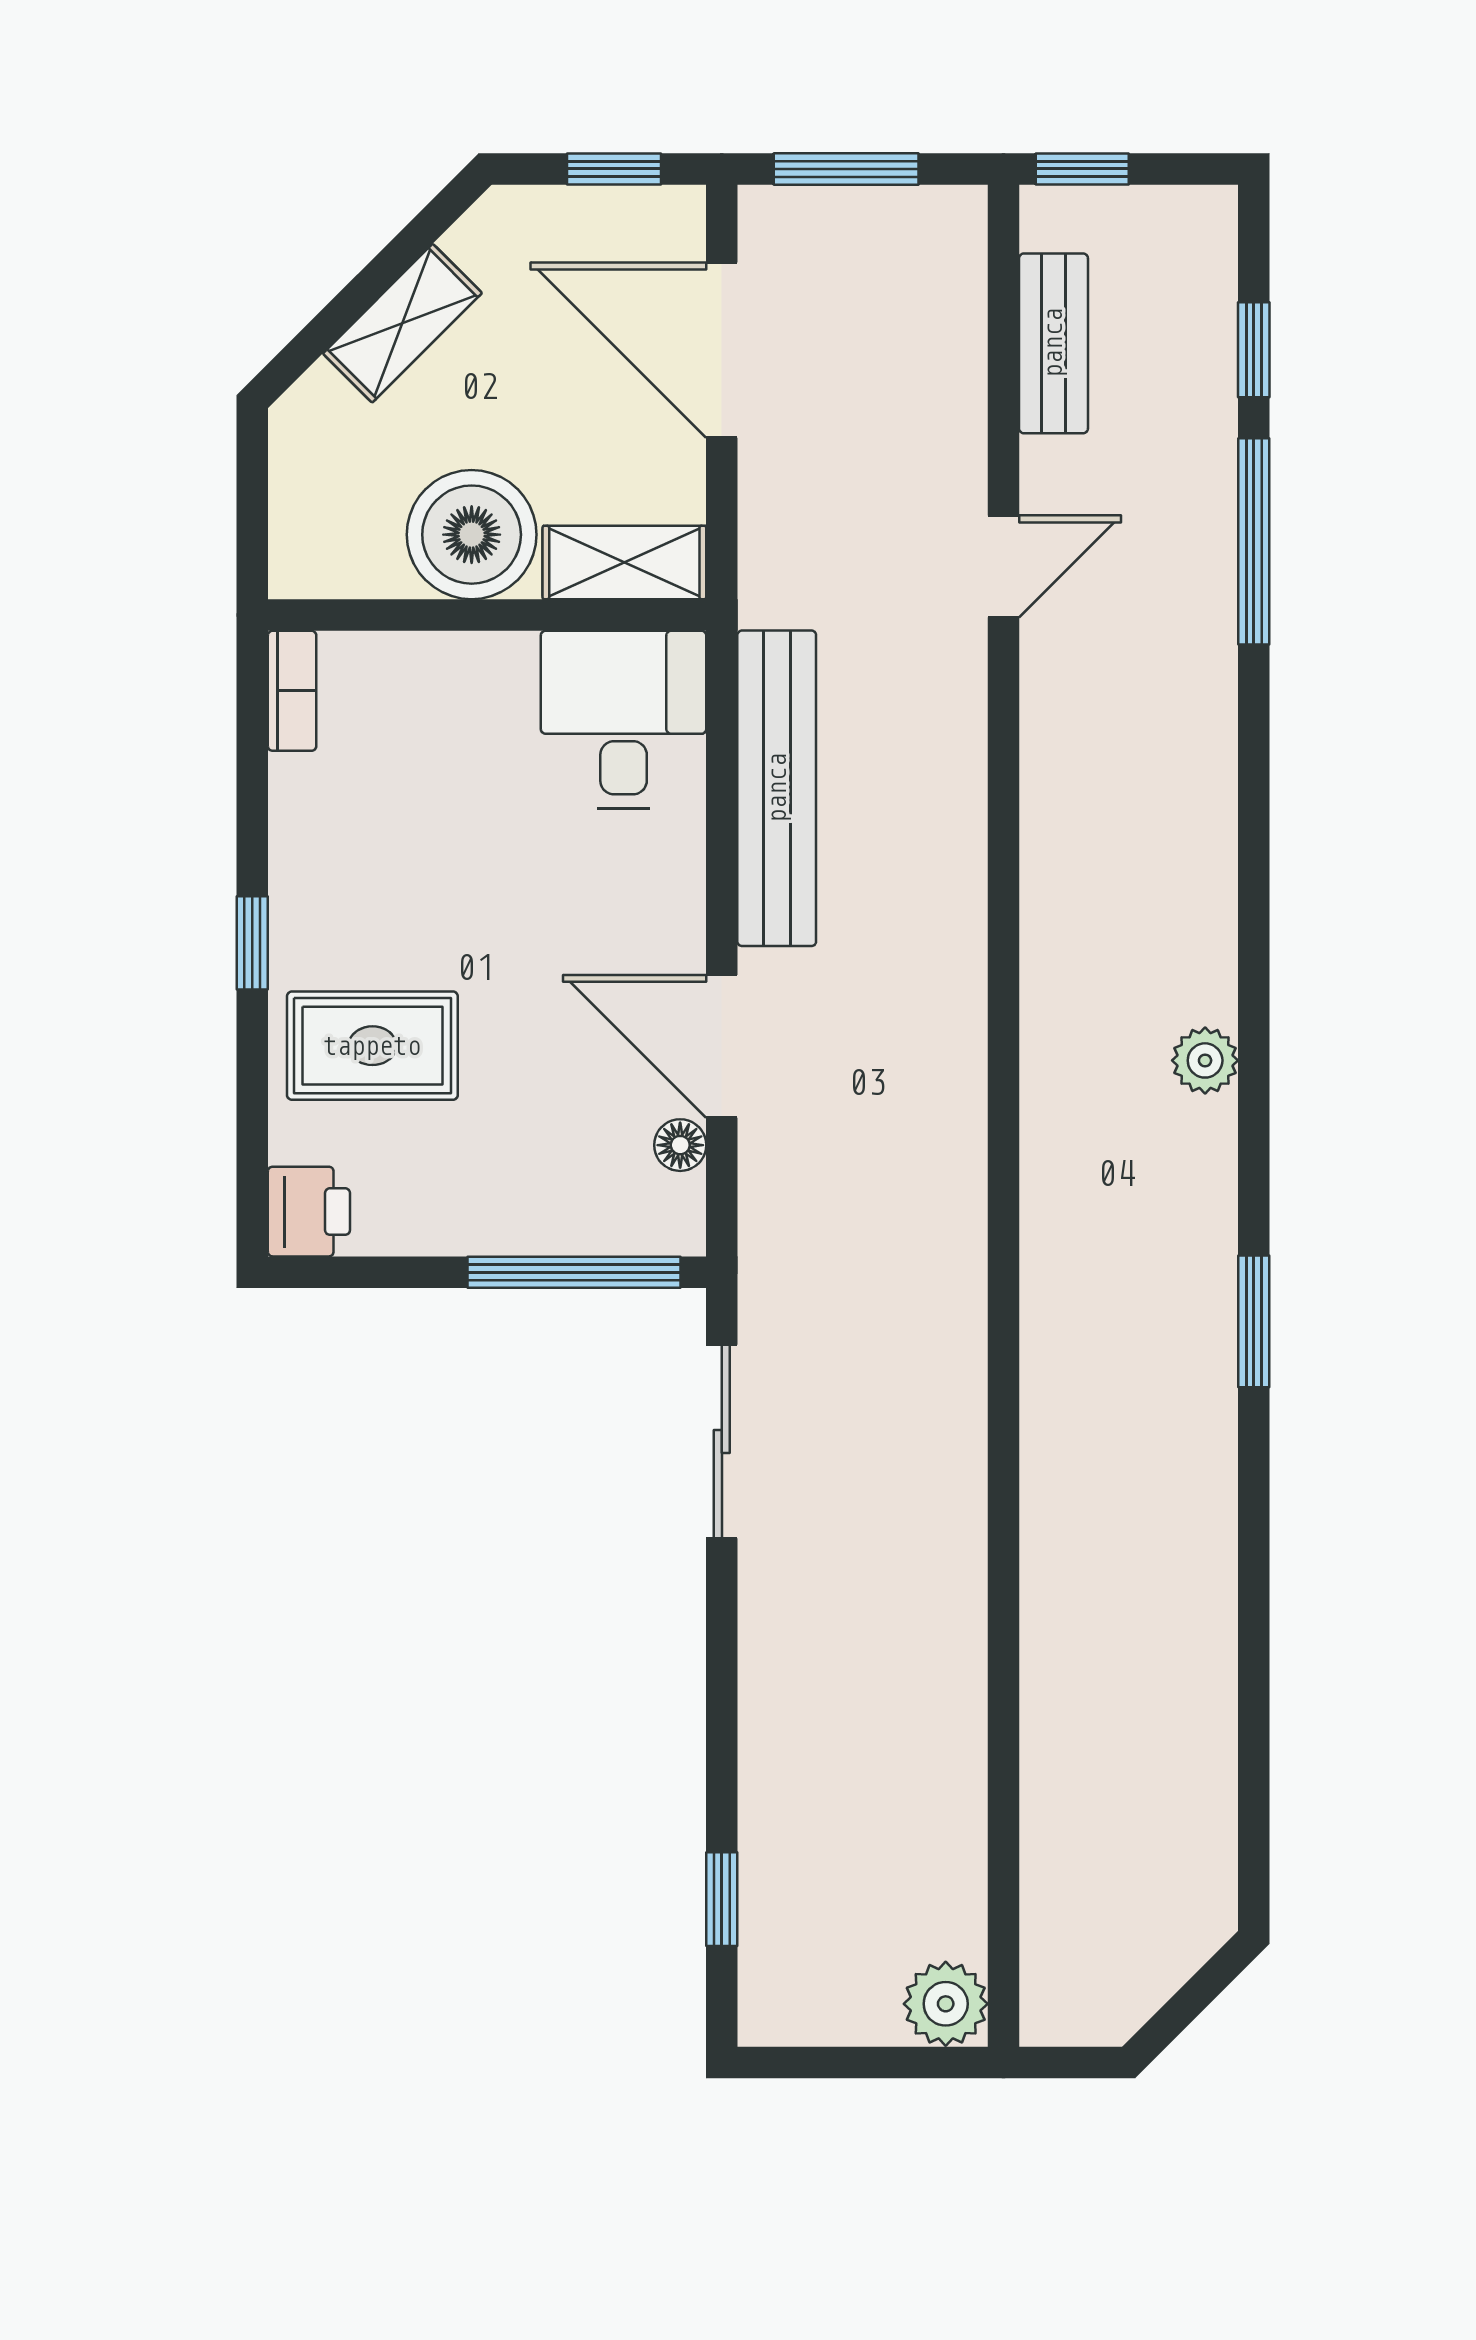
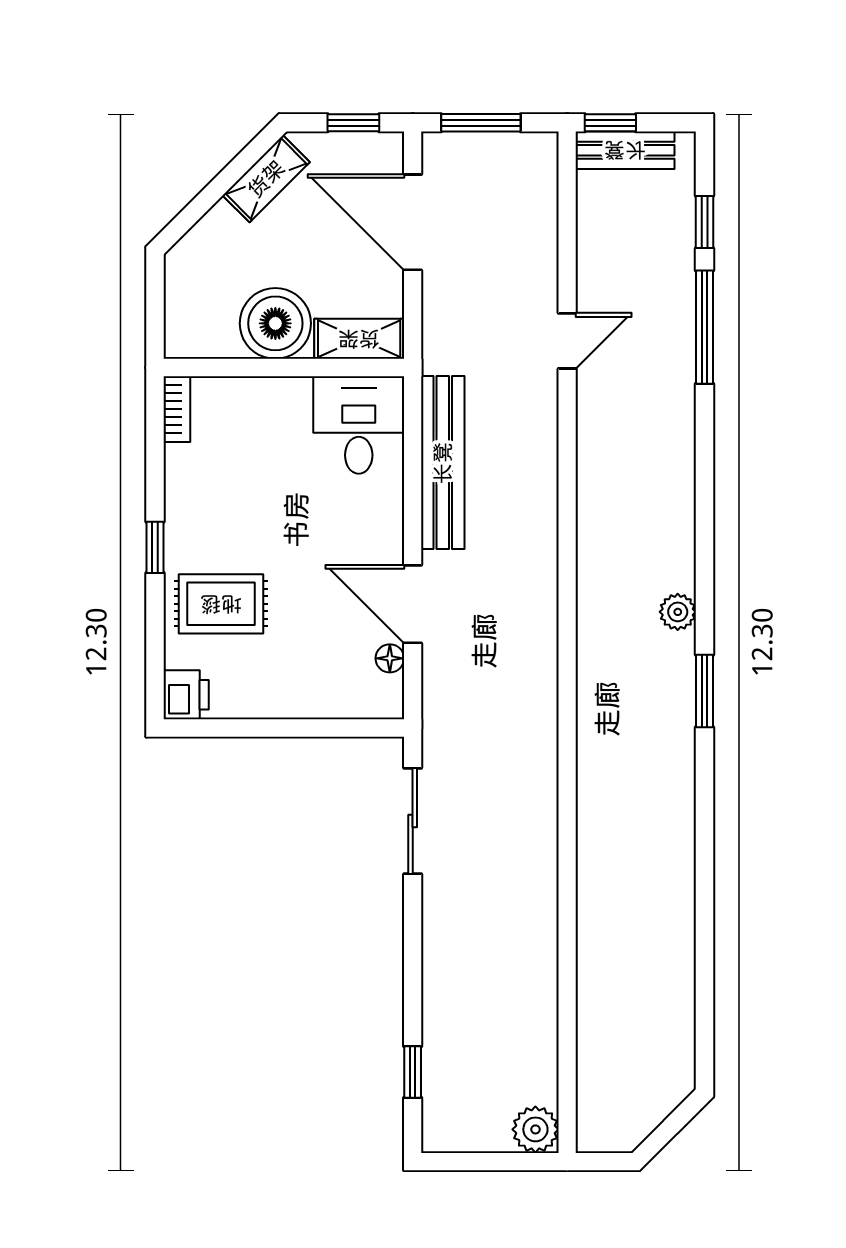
shelving: (402, 323) -> (266, 179), moved
bench: (1053, 343) -> (625, 150), moved, turned 90
window: (574, 1272) -> (332, 728), removed
window: (1254, 1321) -> (705, 691), moved

